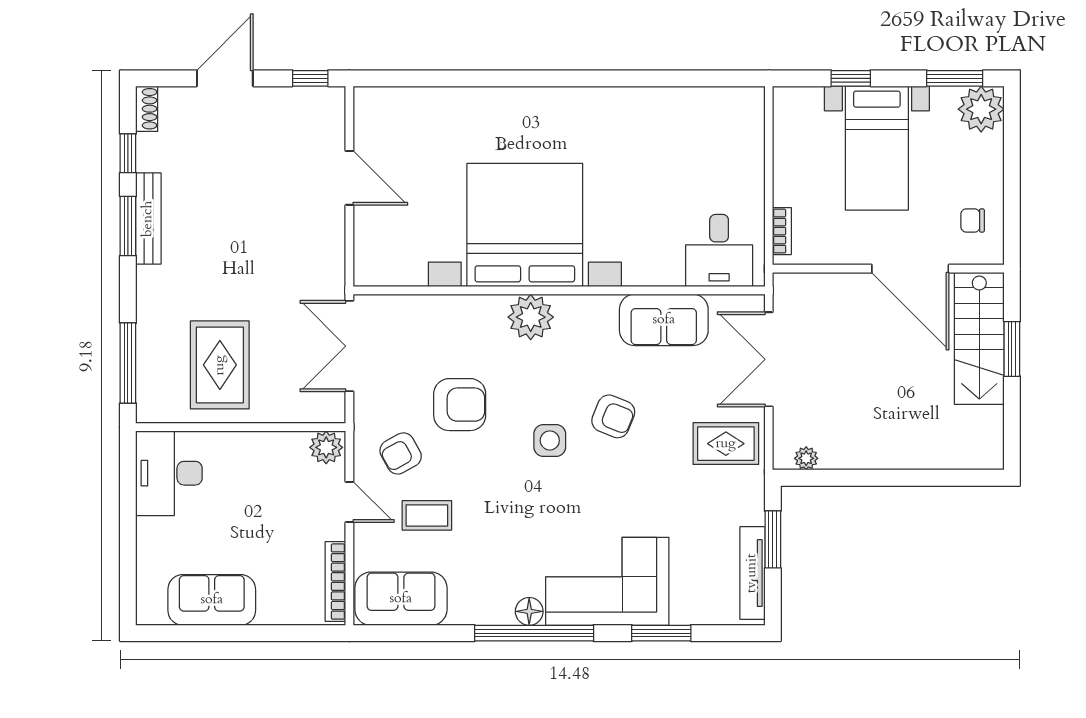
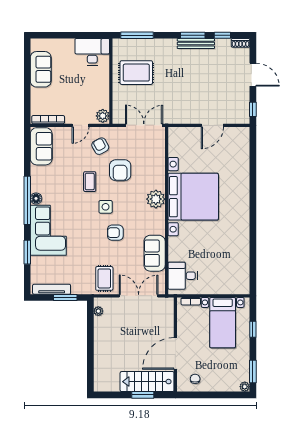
plant: (981, 109) -> (245, 387), width x0.53, depth x0.53
bed with nightstands: (877, 148) -> (223, 323), moved, turned -90
armchair: (613, 416) -> (115, 233), turned 68
coffee table: (427, 515) -> (90, 182), moved

